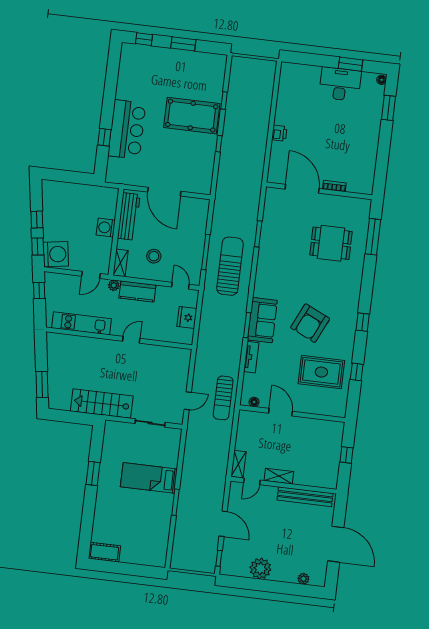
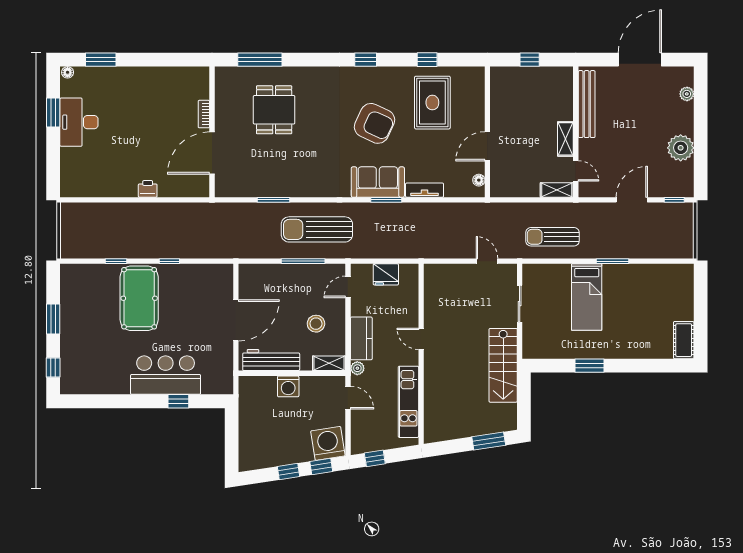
sun lounger: (223, 398) -> (553, 237), moved, turned 180

